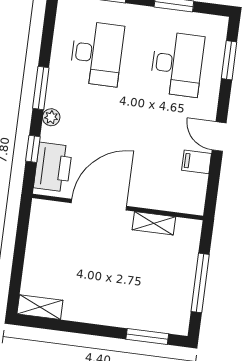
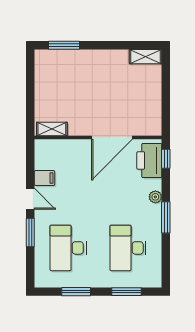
window: (229, 60) -> (30, 233), moved
window: (33, 149) -> (166, 159), moved
shelving: (154, 223) -> (52, 129), moved
window: (200, 283) -> (30, 90), removed

